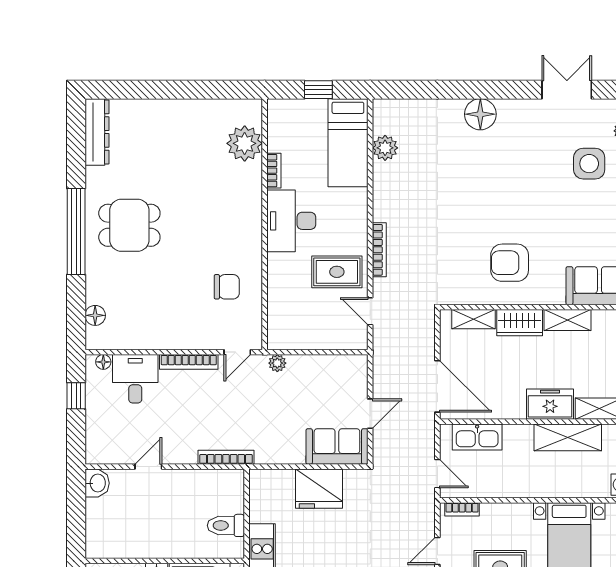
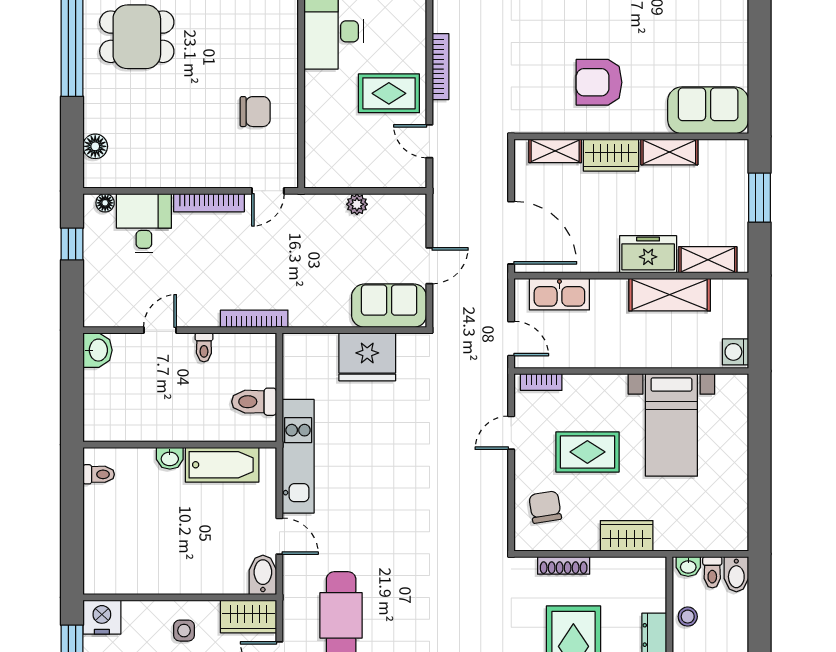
plant: (277, 363) -> (357, 204), moved
toilet: (185, 481) -> (204, 347), added

